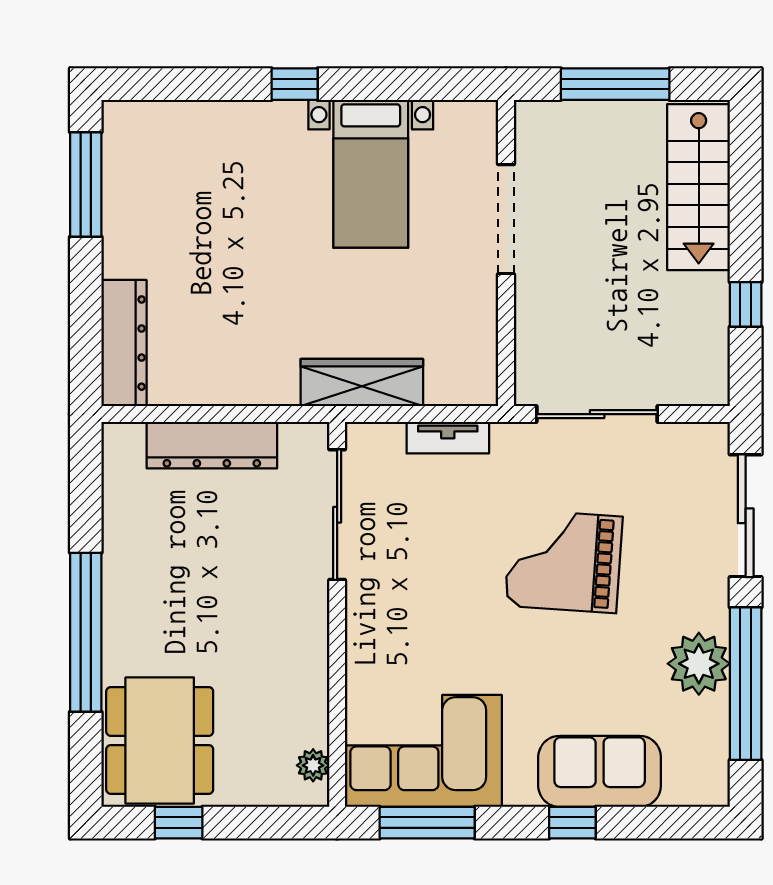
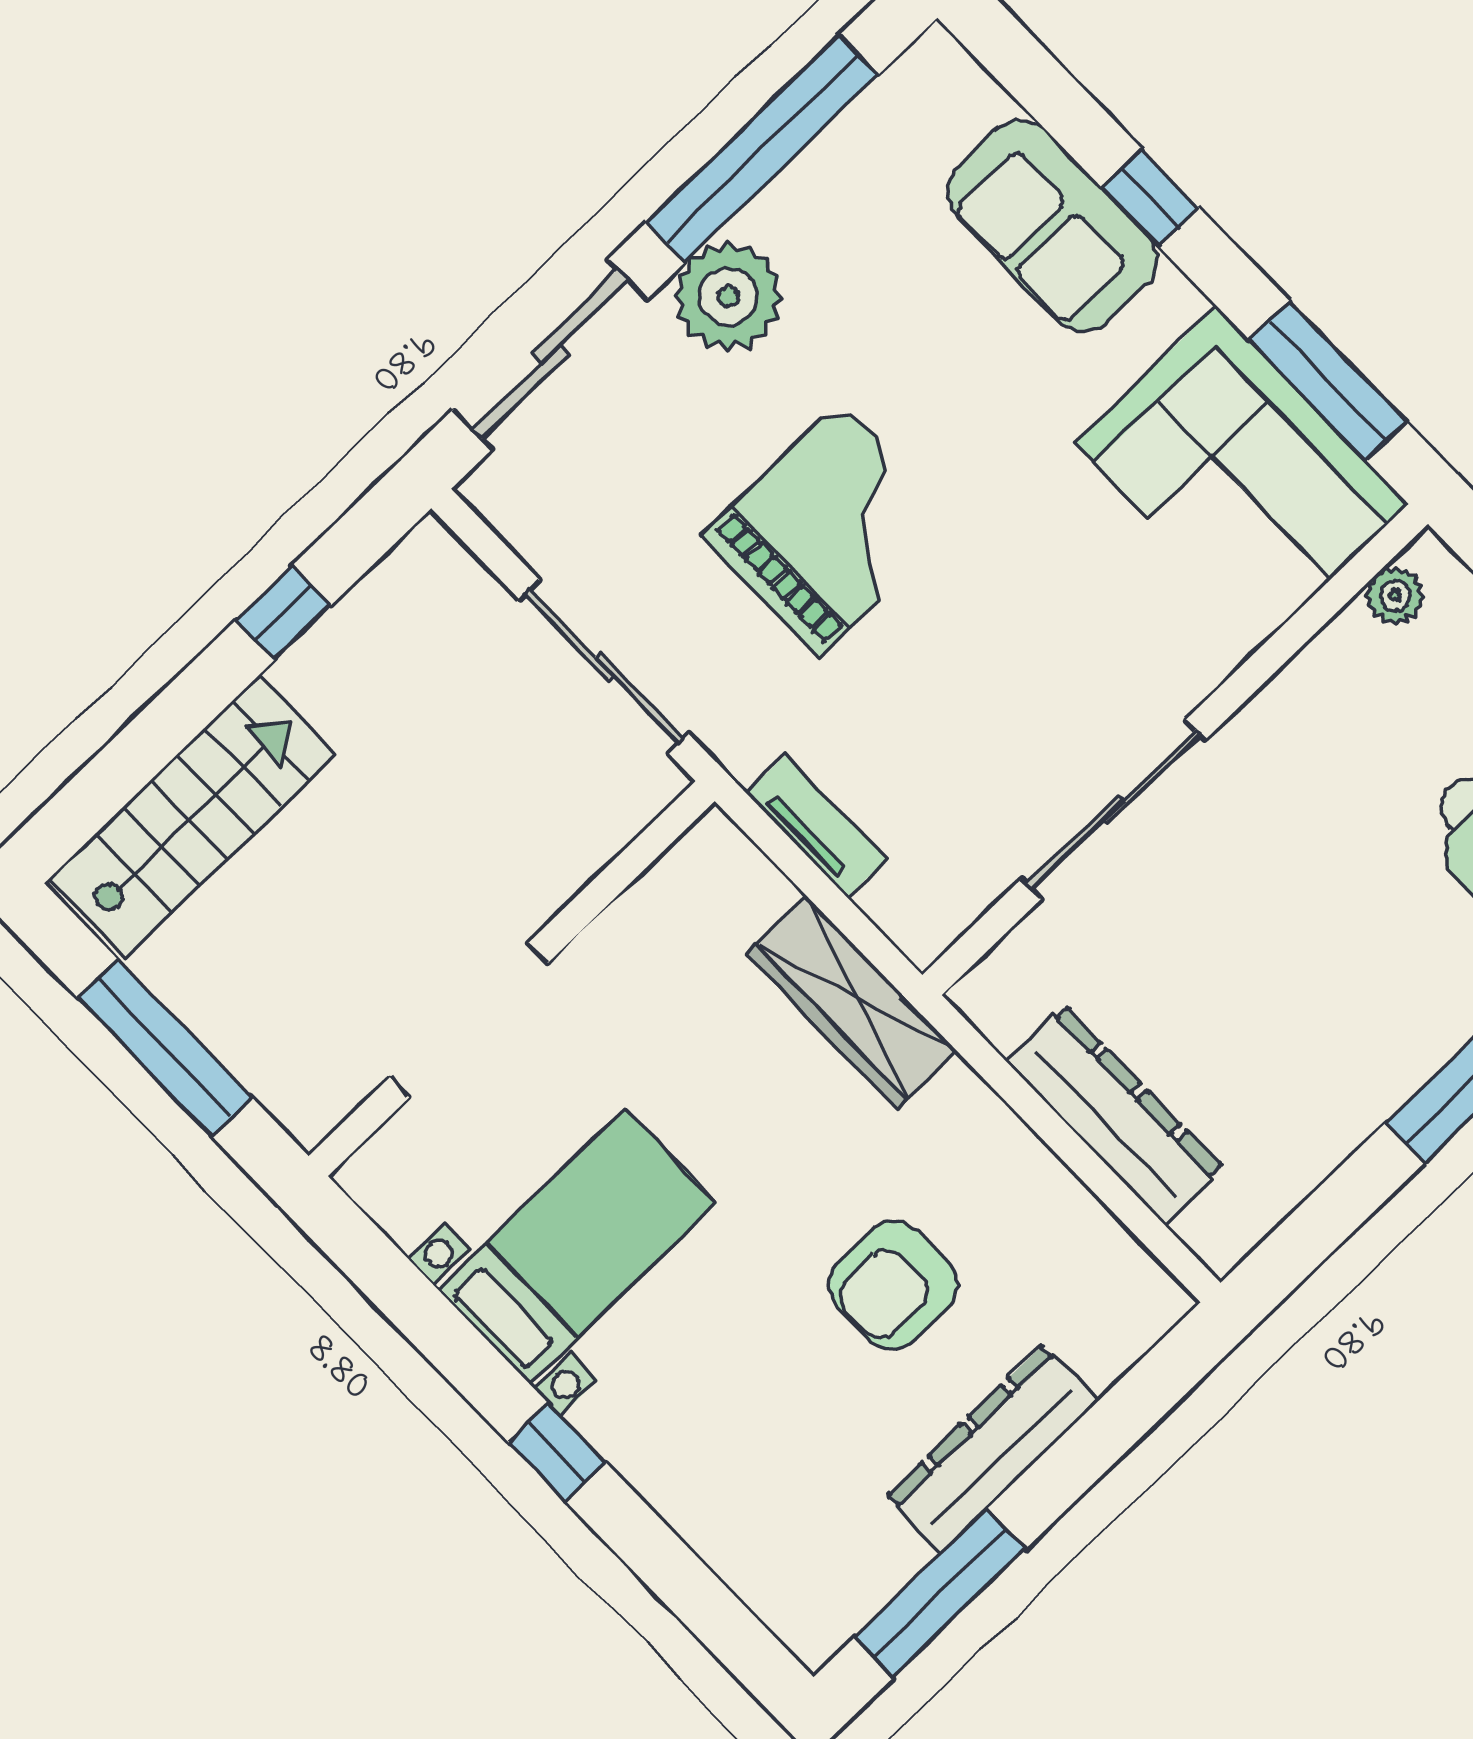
armchair: (230, 288) -> (893, 1285), added
dresser: (124, 343) -> (992, 1449), moved
sliding door: (337, 515) -> (1113, 809), moved
grand piano: (564, 561) -> (830, 528), turned -94
plant: (699, 664) -> (728, 297), moved

